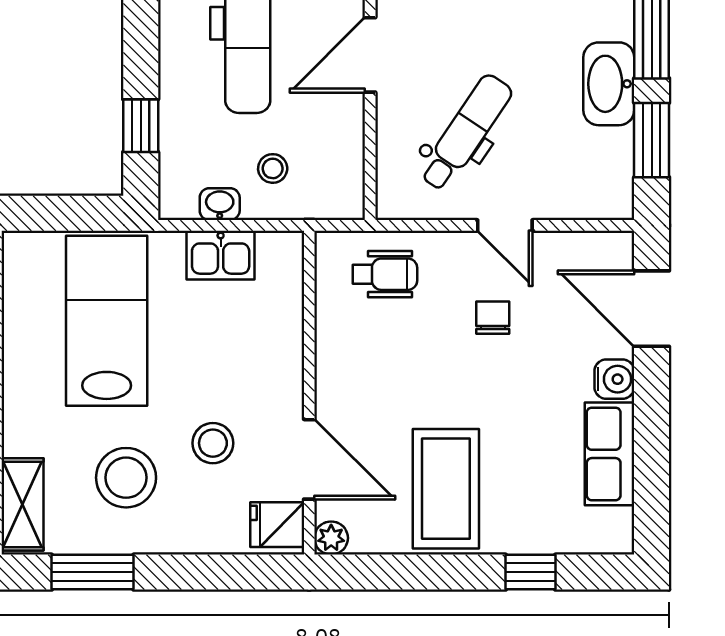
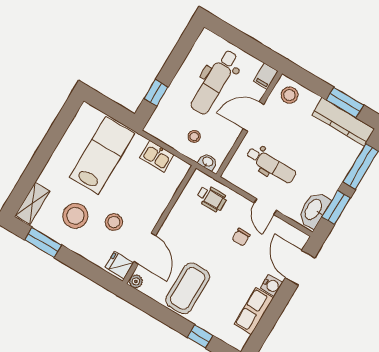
washbasin: (609, 84) -> (314, 210), moved
dental chair: (466, 133) -> (271, 165), turned 56
washbasin: (220, 204) -> (208, 162), moved
chair: (493, 318) -> (241, 237), turned 180

